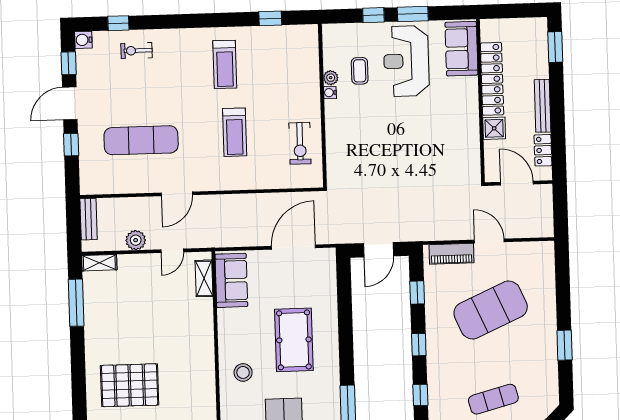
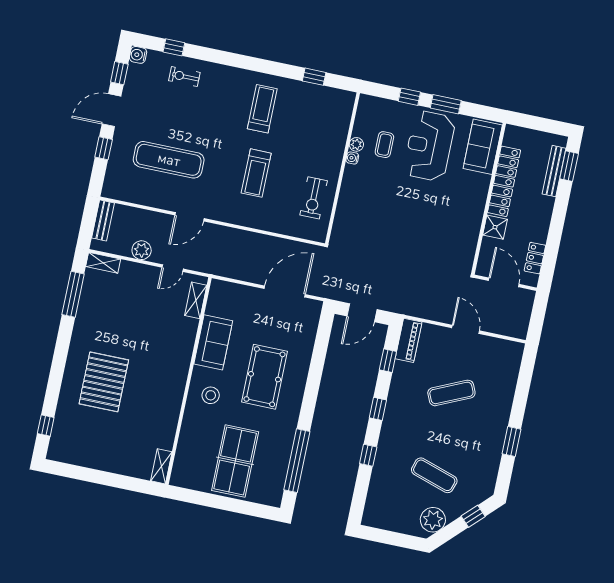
treadmill: (225, 64) -> (262, 109), turned 180
bench: (543, 106) -> (554, 171), moved
piano: (452, 254) -> (409, 340), moved, turned -90
sofa: (231, 280) -> (213, 342), moved
exercise mat: (491, 310) -> (451, 393), width x0.50, depth x0.69
pallet: (130, 385) -> (104, 382), turned 90
exercise mat: (493, 399) -> (434, 475), turned 33

